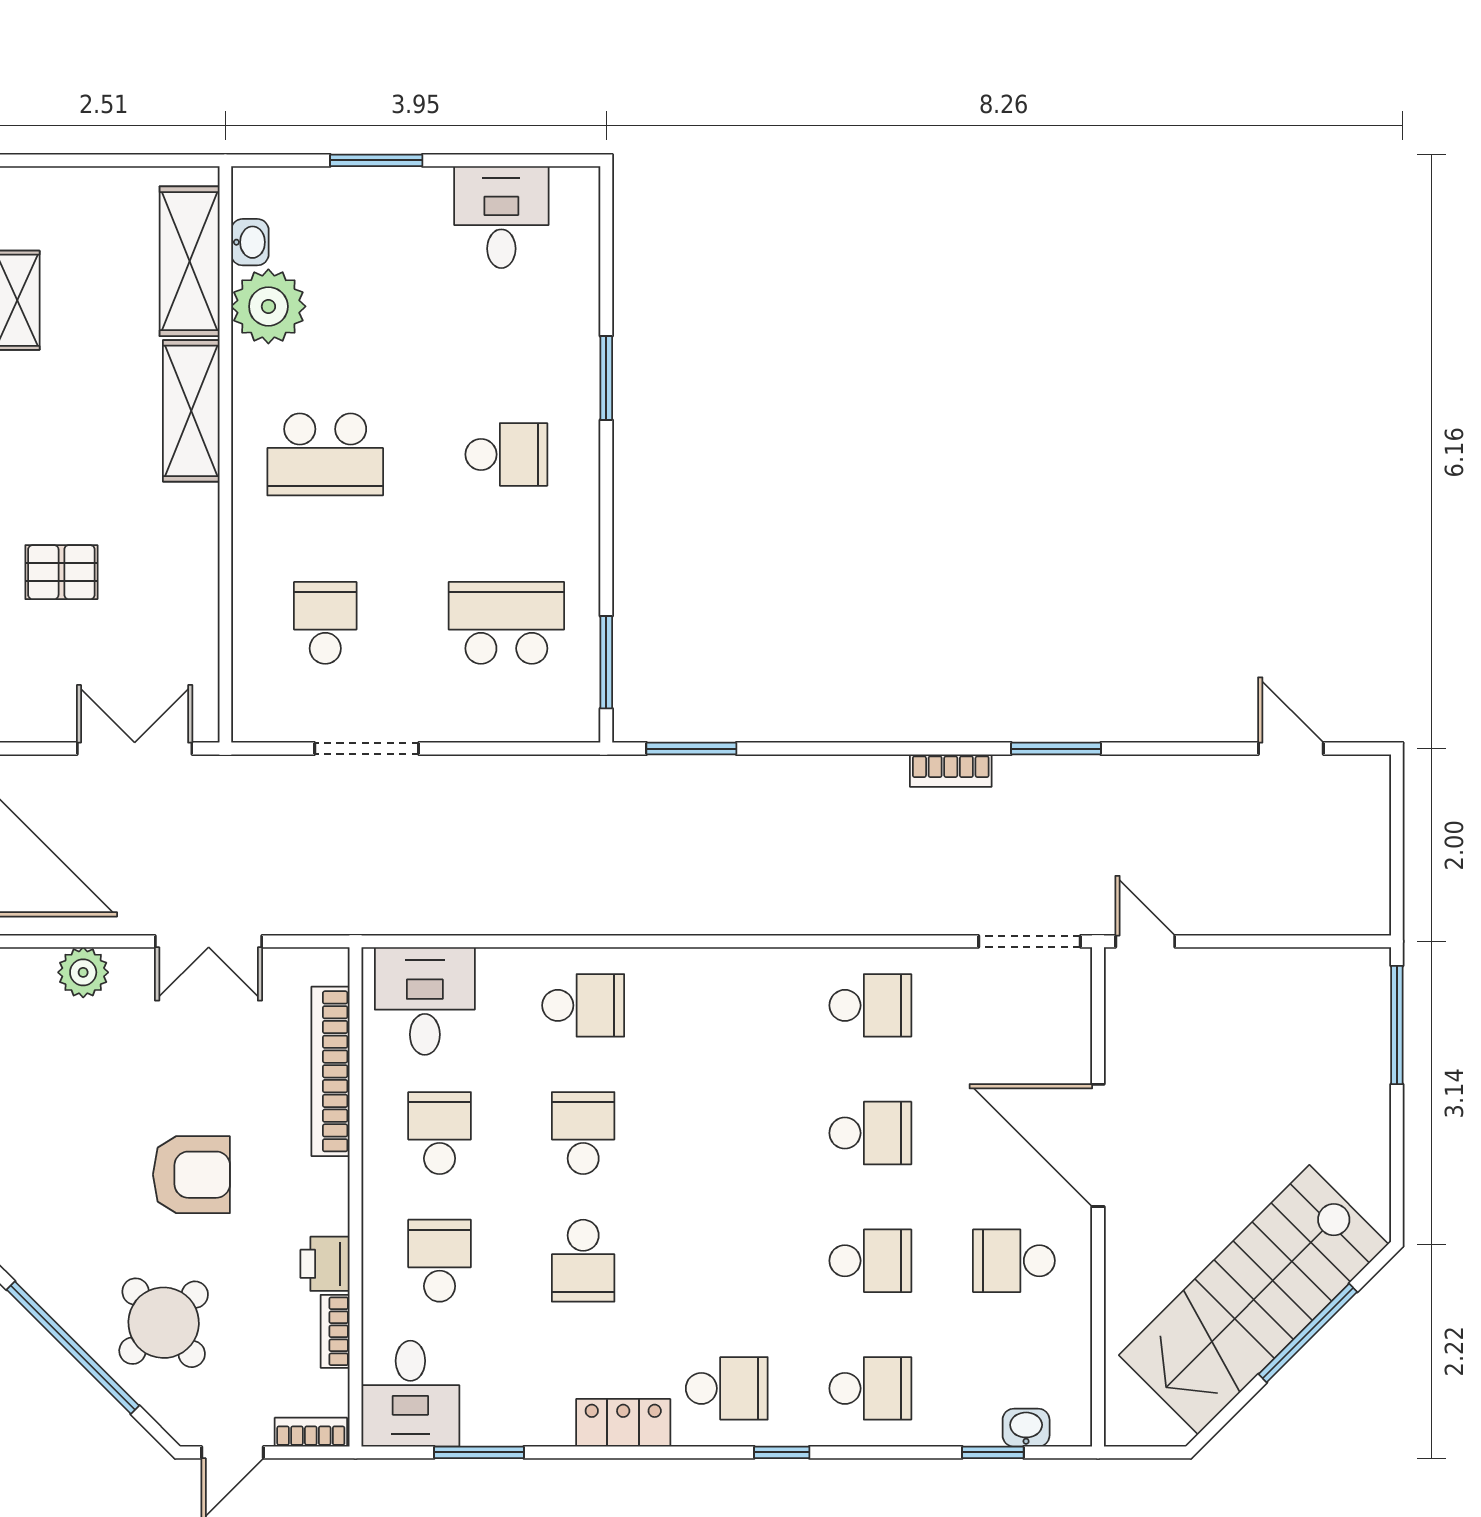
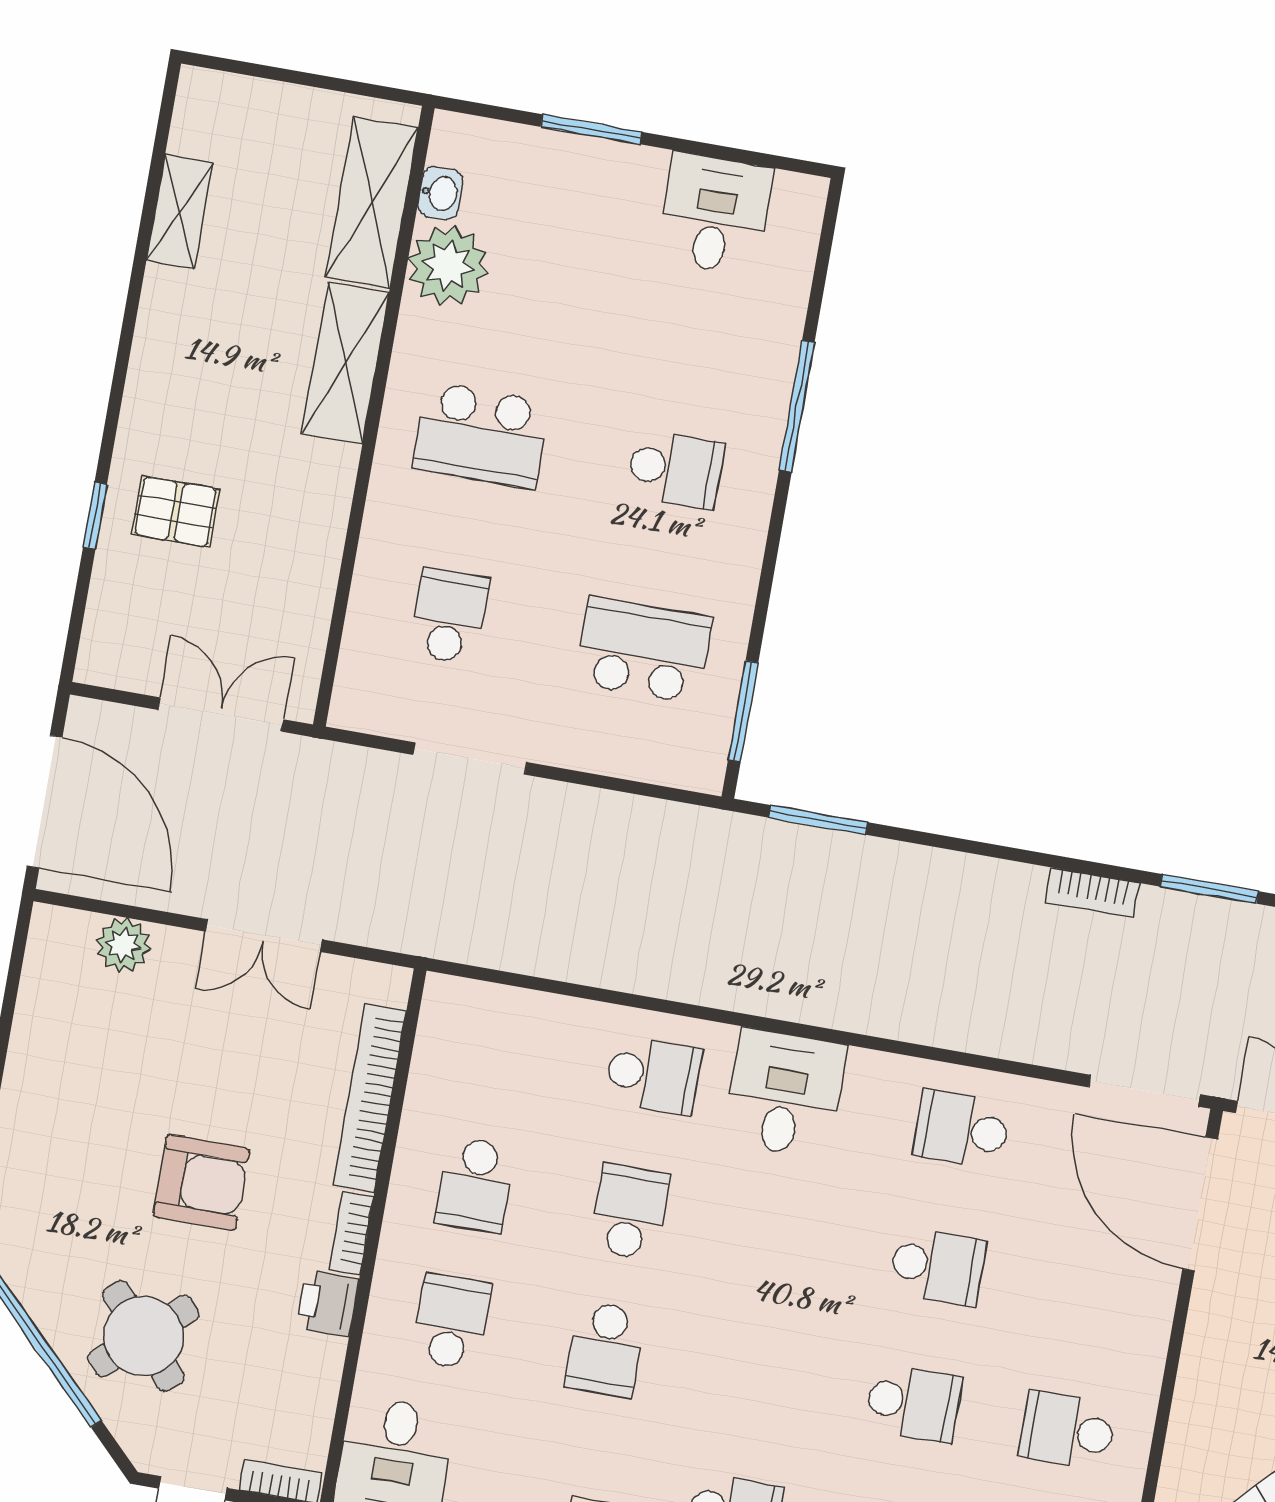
window: (606, 378) -> (797, 406), width x1.44
desk: (425, 1001) -> (785, 1093), moved
school desk: (870, 1005) -> (962, 1129), turned 180
school desk: (440, 1133) -> (475, 1185), turned 180
door: (1098, 1145) -> (1200, 1204), moved
bookcase: (335, 1331) -> (351, 1233), moved

